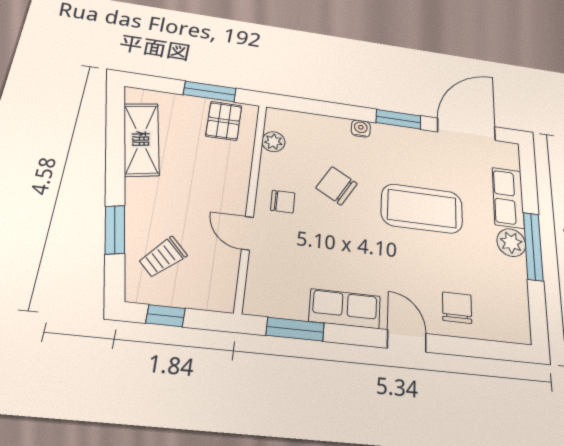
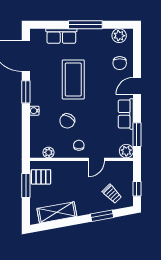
plant: (511, 243) -> (119, 36), moved
plant: (259, 301) -> (126, 151), added
chair: (457, 308) -> (120, 63), turned -90

